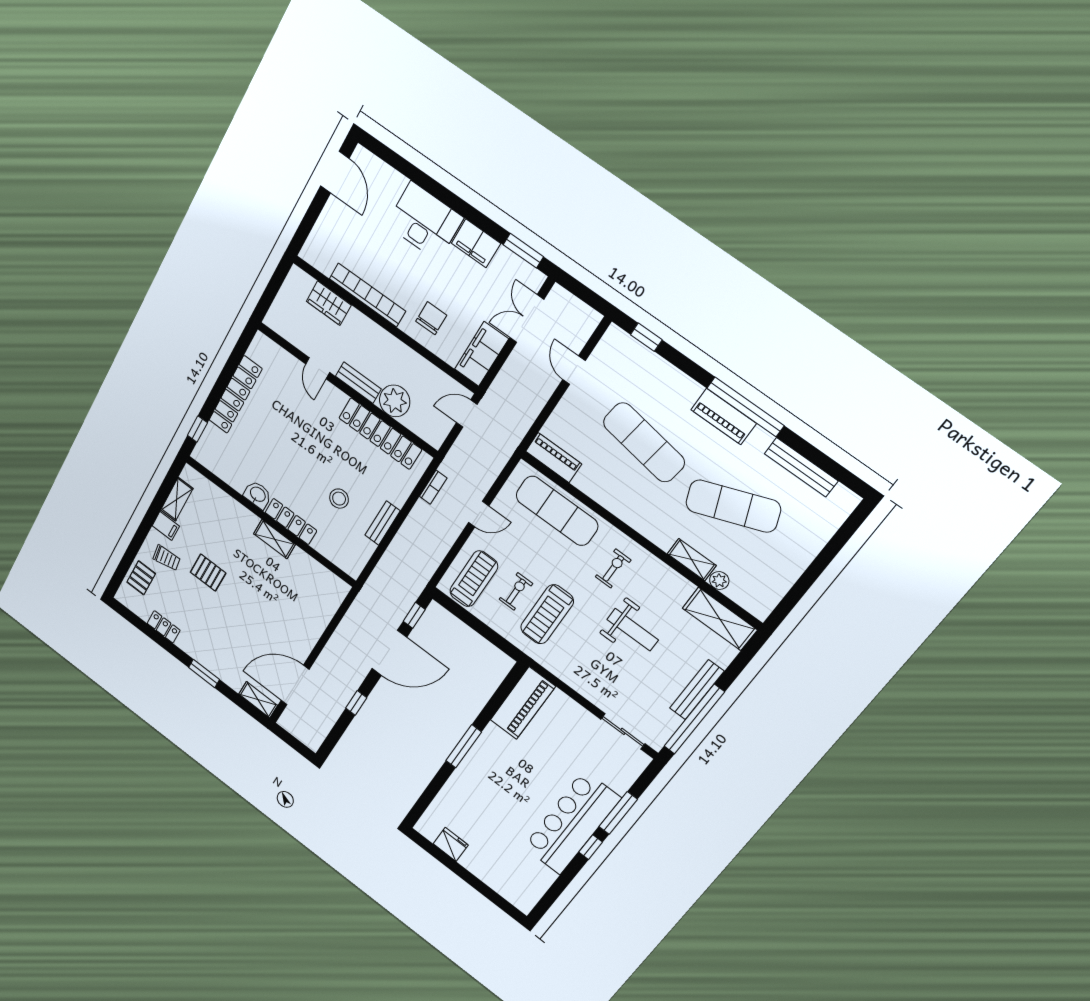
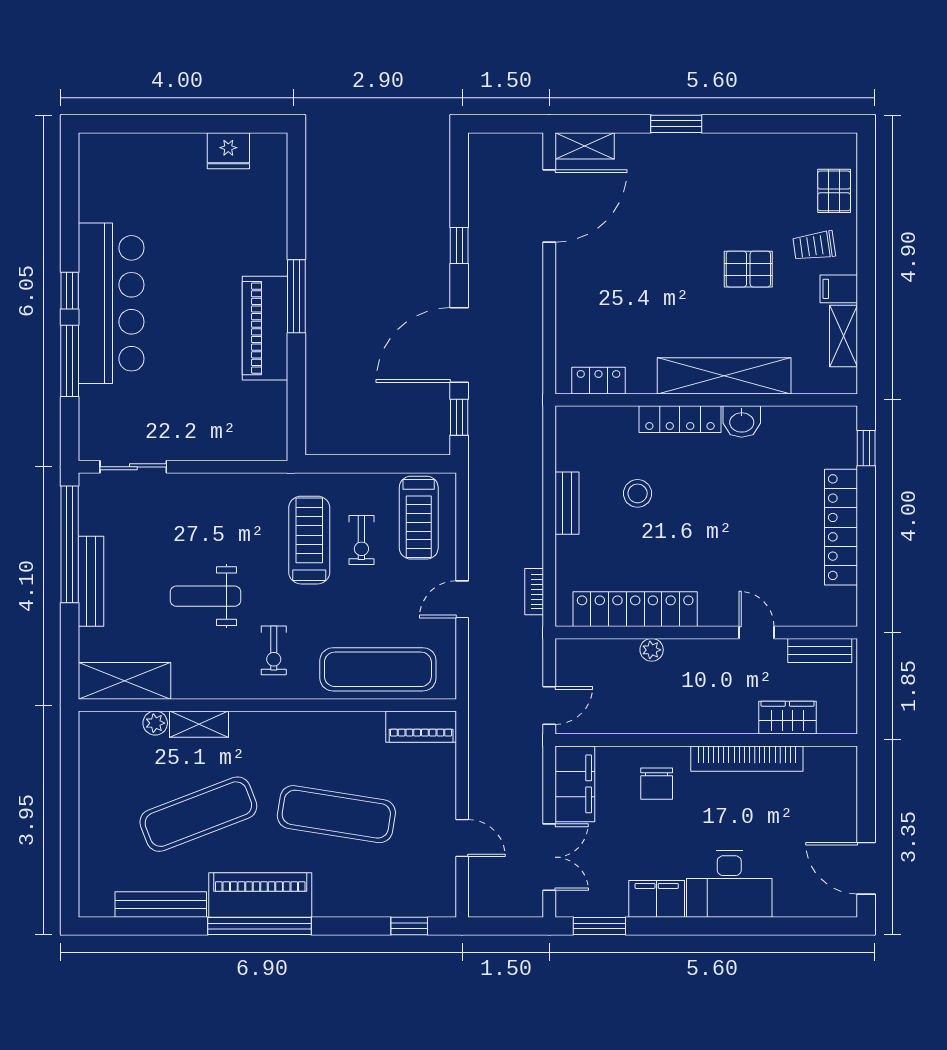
bench: (358, 383) -> (820, 650), moved
plant: (395, 401) -> (652, 650), width x0.53, depth x0.53
piano: (724, 417) -> (260, 895), width x1.37, depth x1.33
shelving: (274, 539) -> (724, 376), width x2.20, depth x1.33
locker: (164, 627) -> (598, 381), moved, turned 180
piano: (523, 703) -> (265, 328), moved

